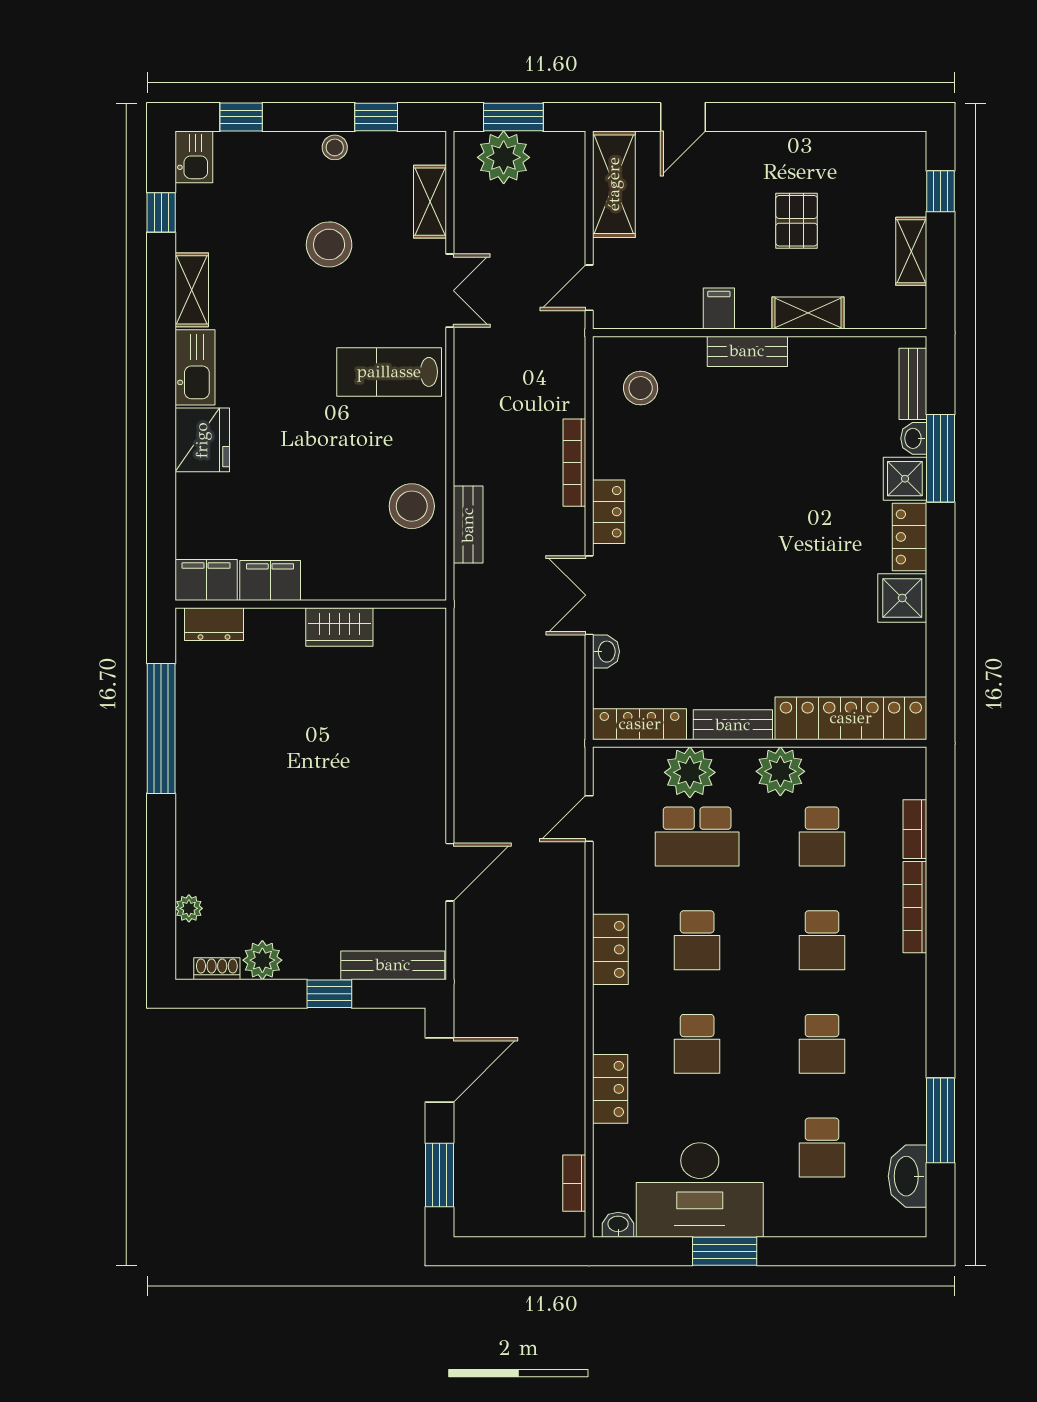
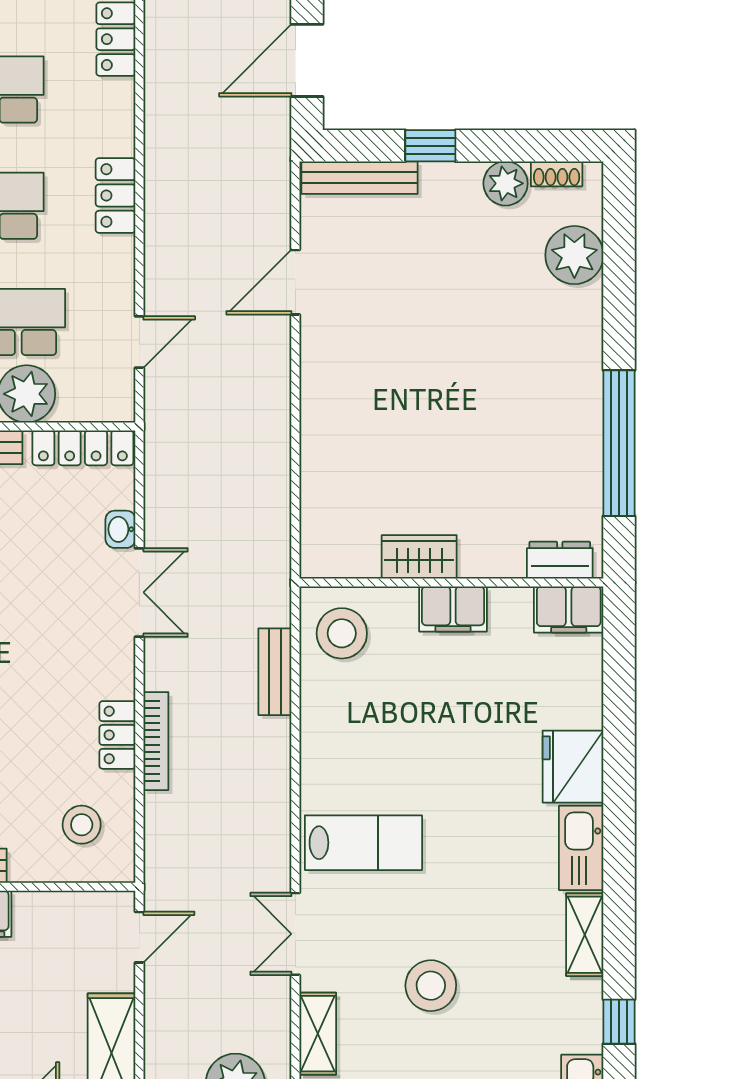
stool: (412, 506) -> (342, 633), moved
locker: (609, 512) -> (117, 735), moved
filing cabinet: (270, 580) -> (453, 609), moved
plant: (189, 908) -> (574, 255), width x1.88, depth x1.88

